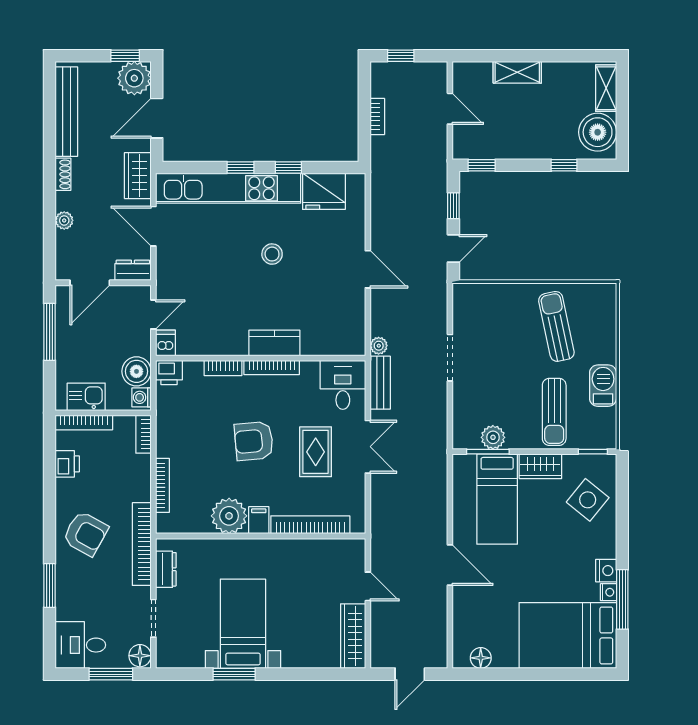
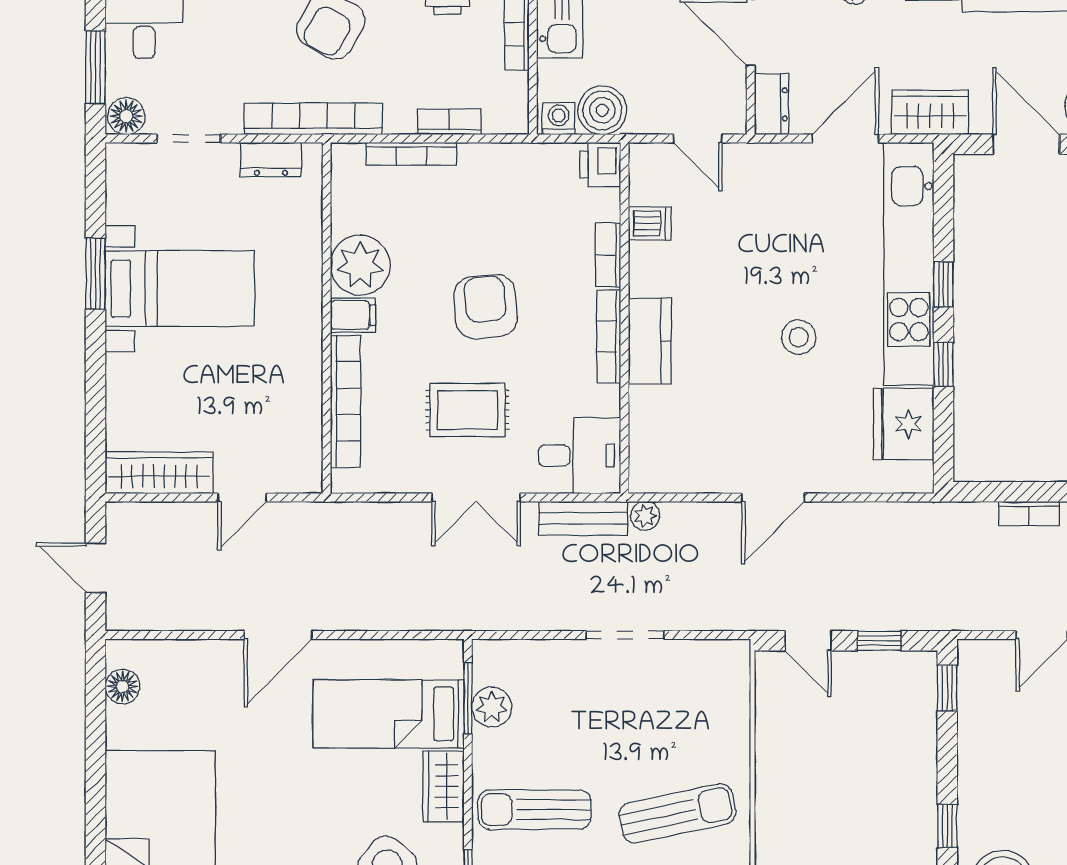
dishwasher: (166, 343) -> (650, 223), moved
bookcase: (143, 434) -> (449, 122), moved

